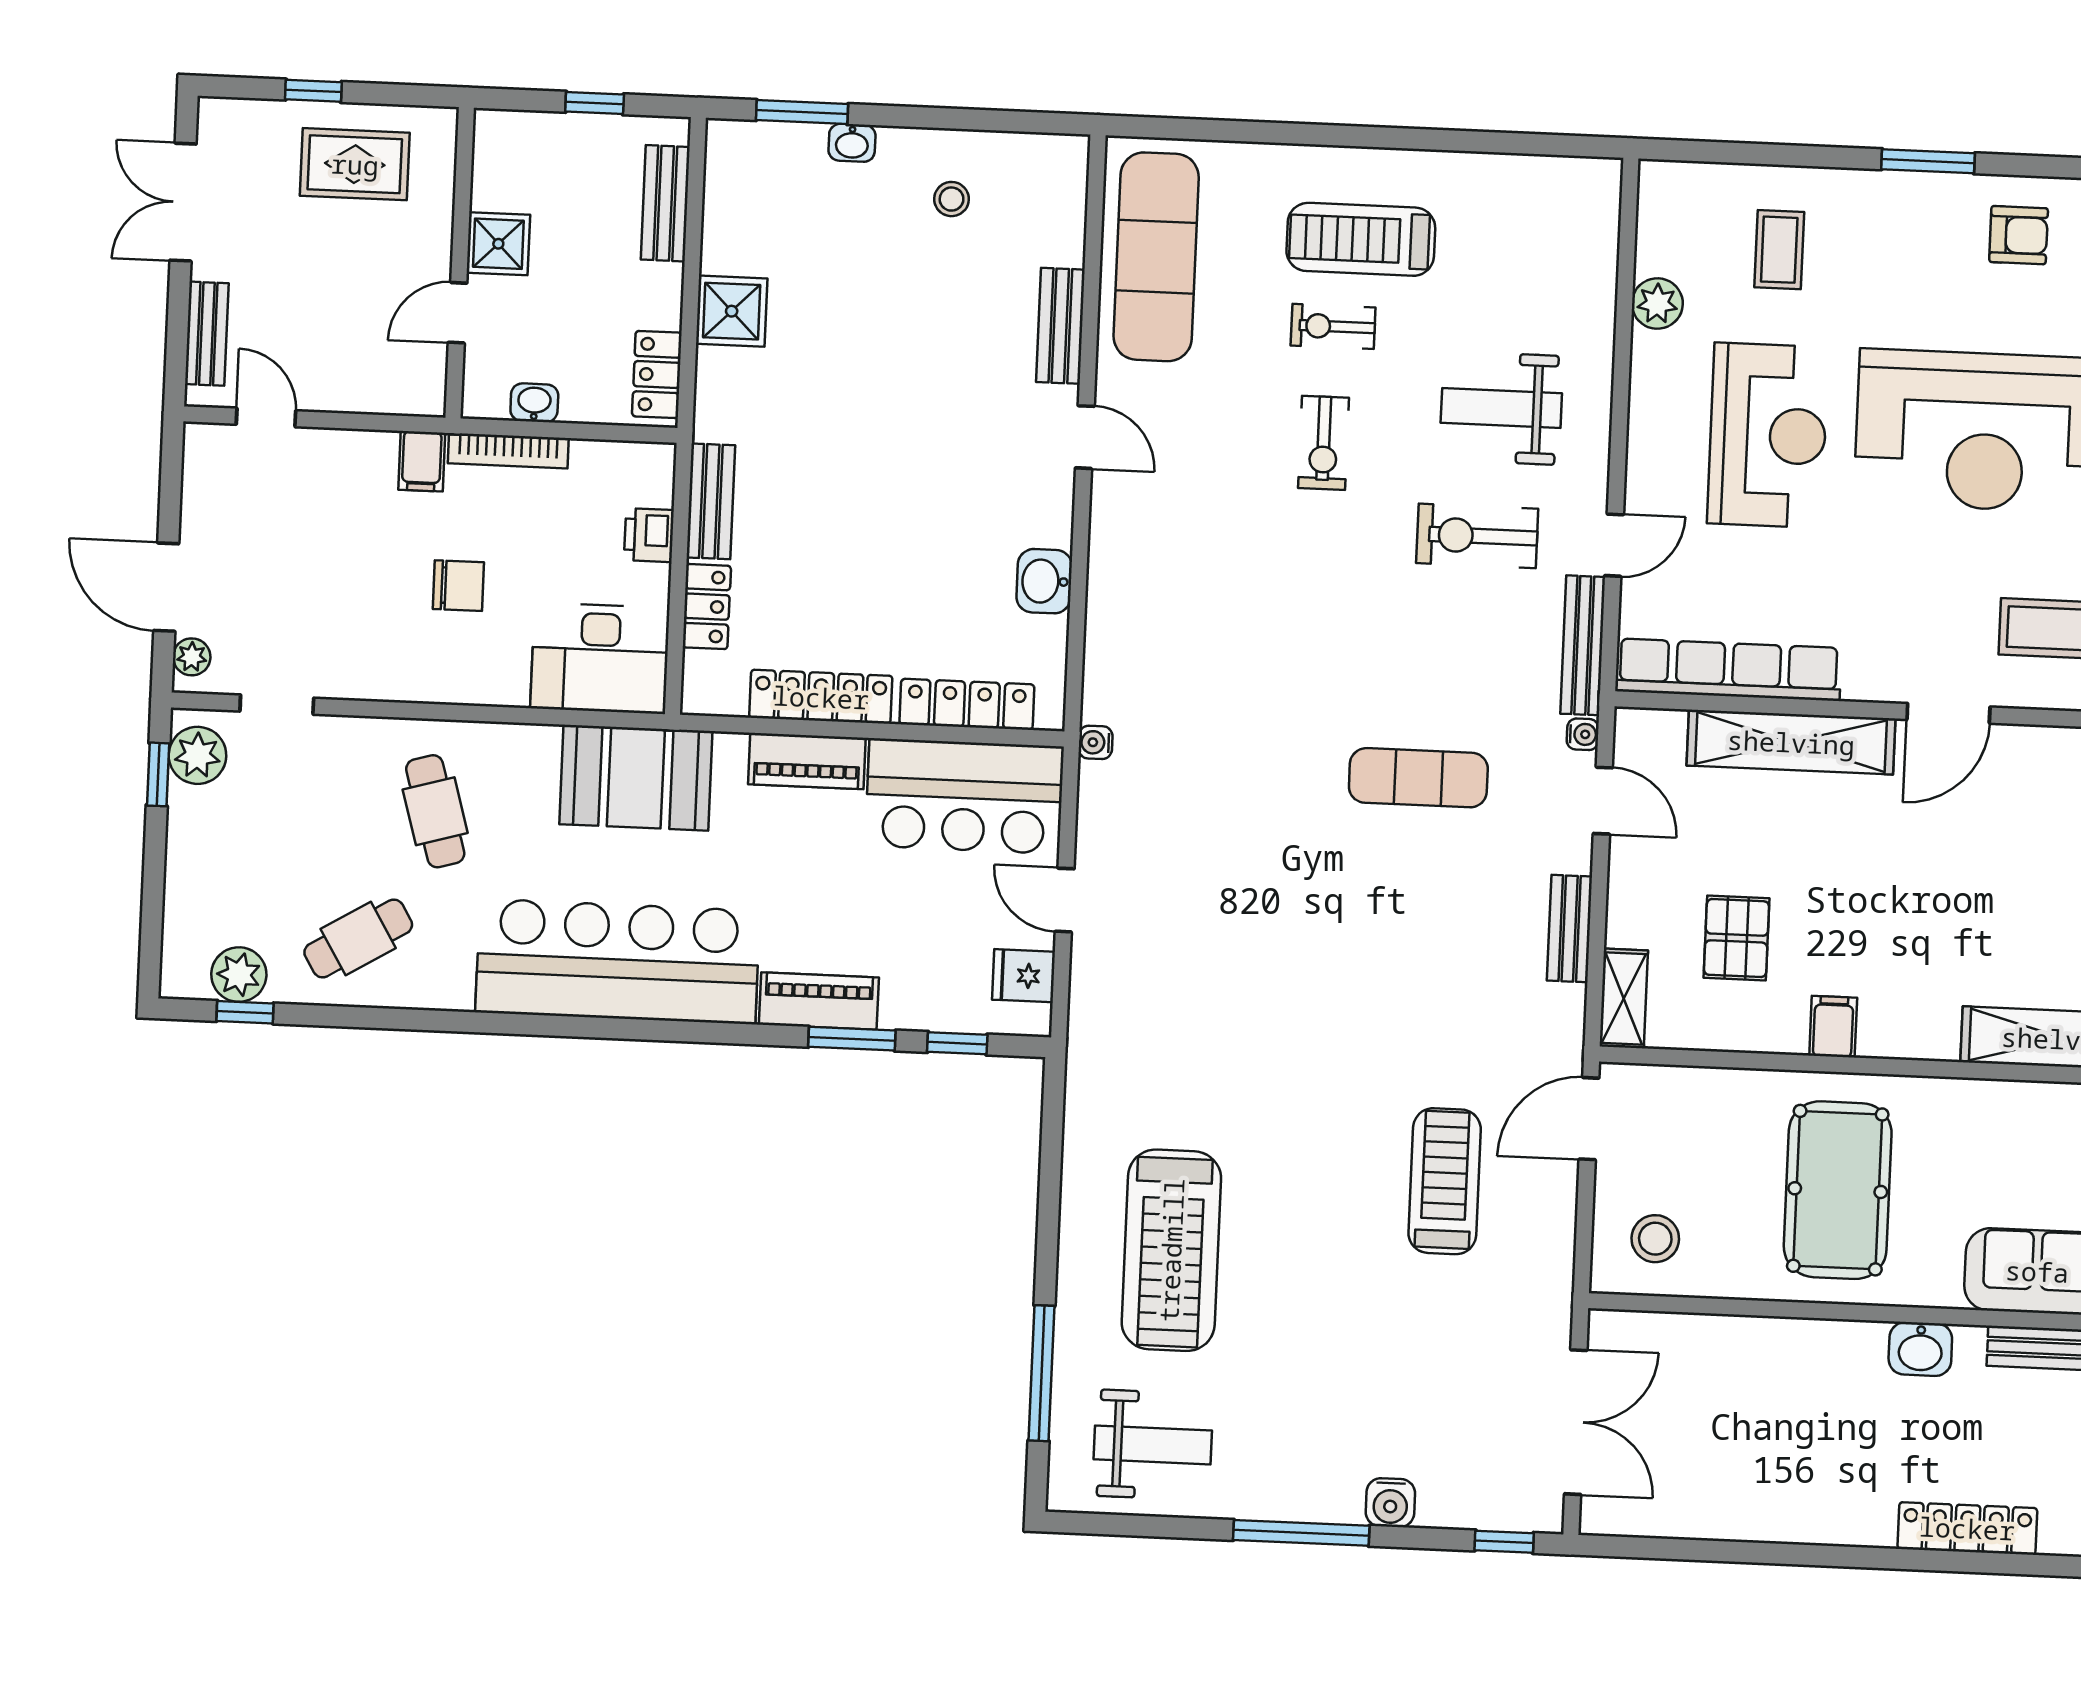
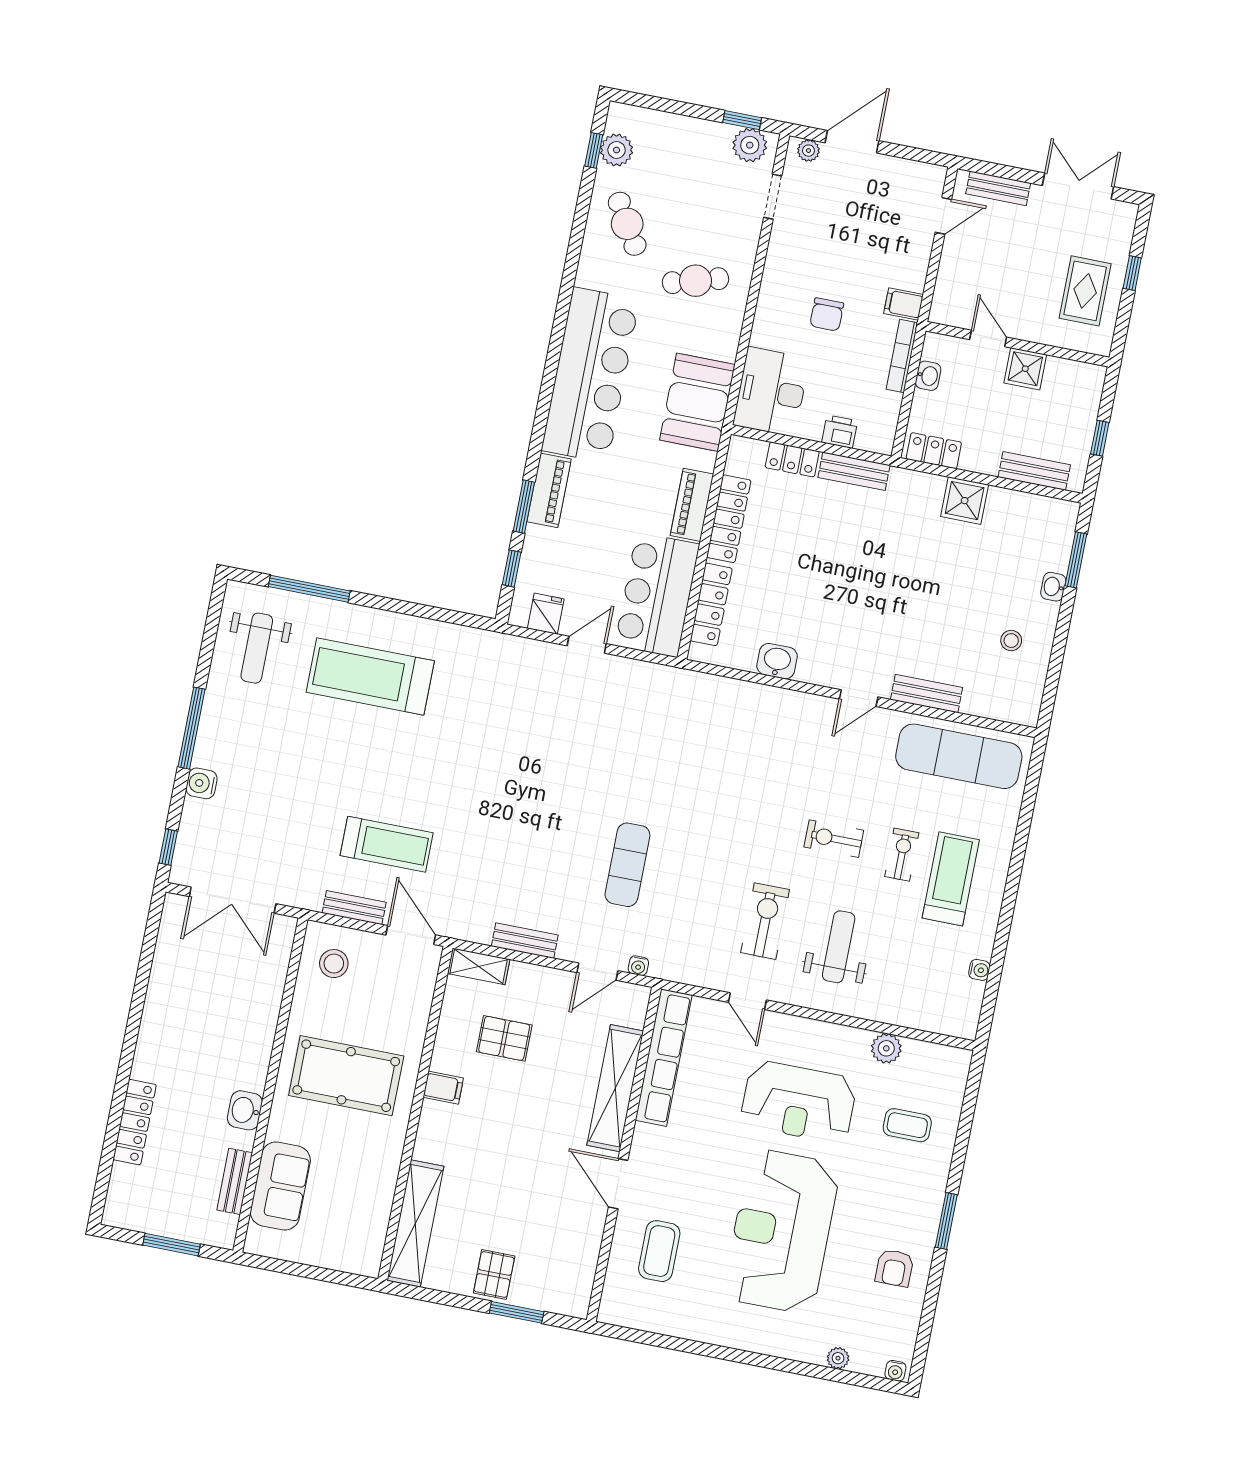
bench: (1583, 645) -> (354, 908), moved, width x0.73
water cooler: (1095, 742) -> (979, 970), moved, turned 90

